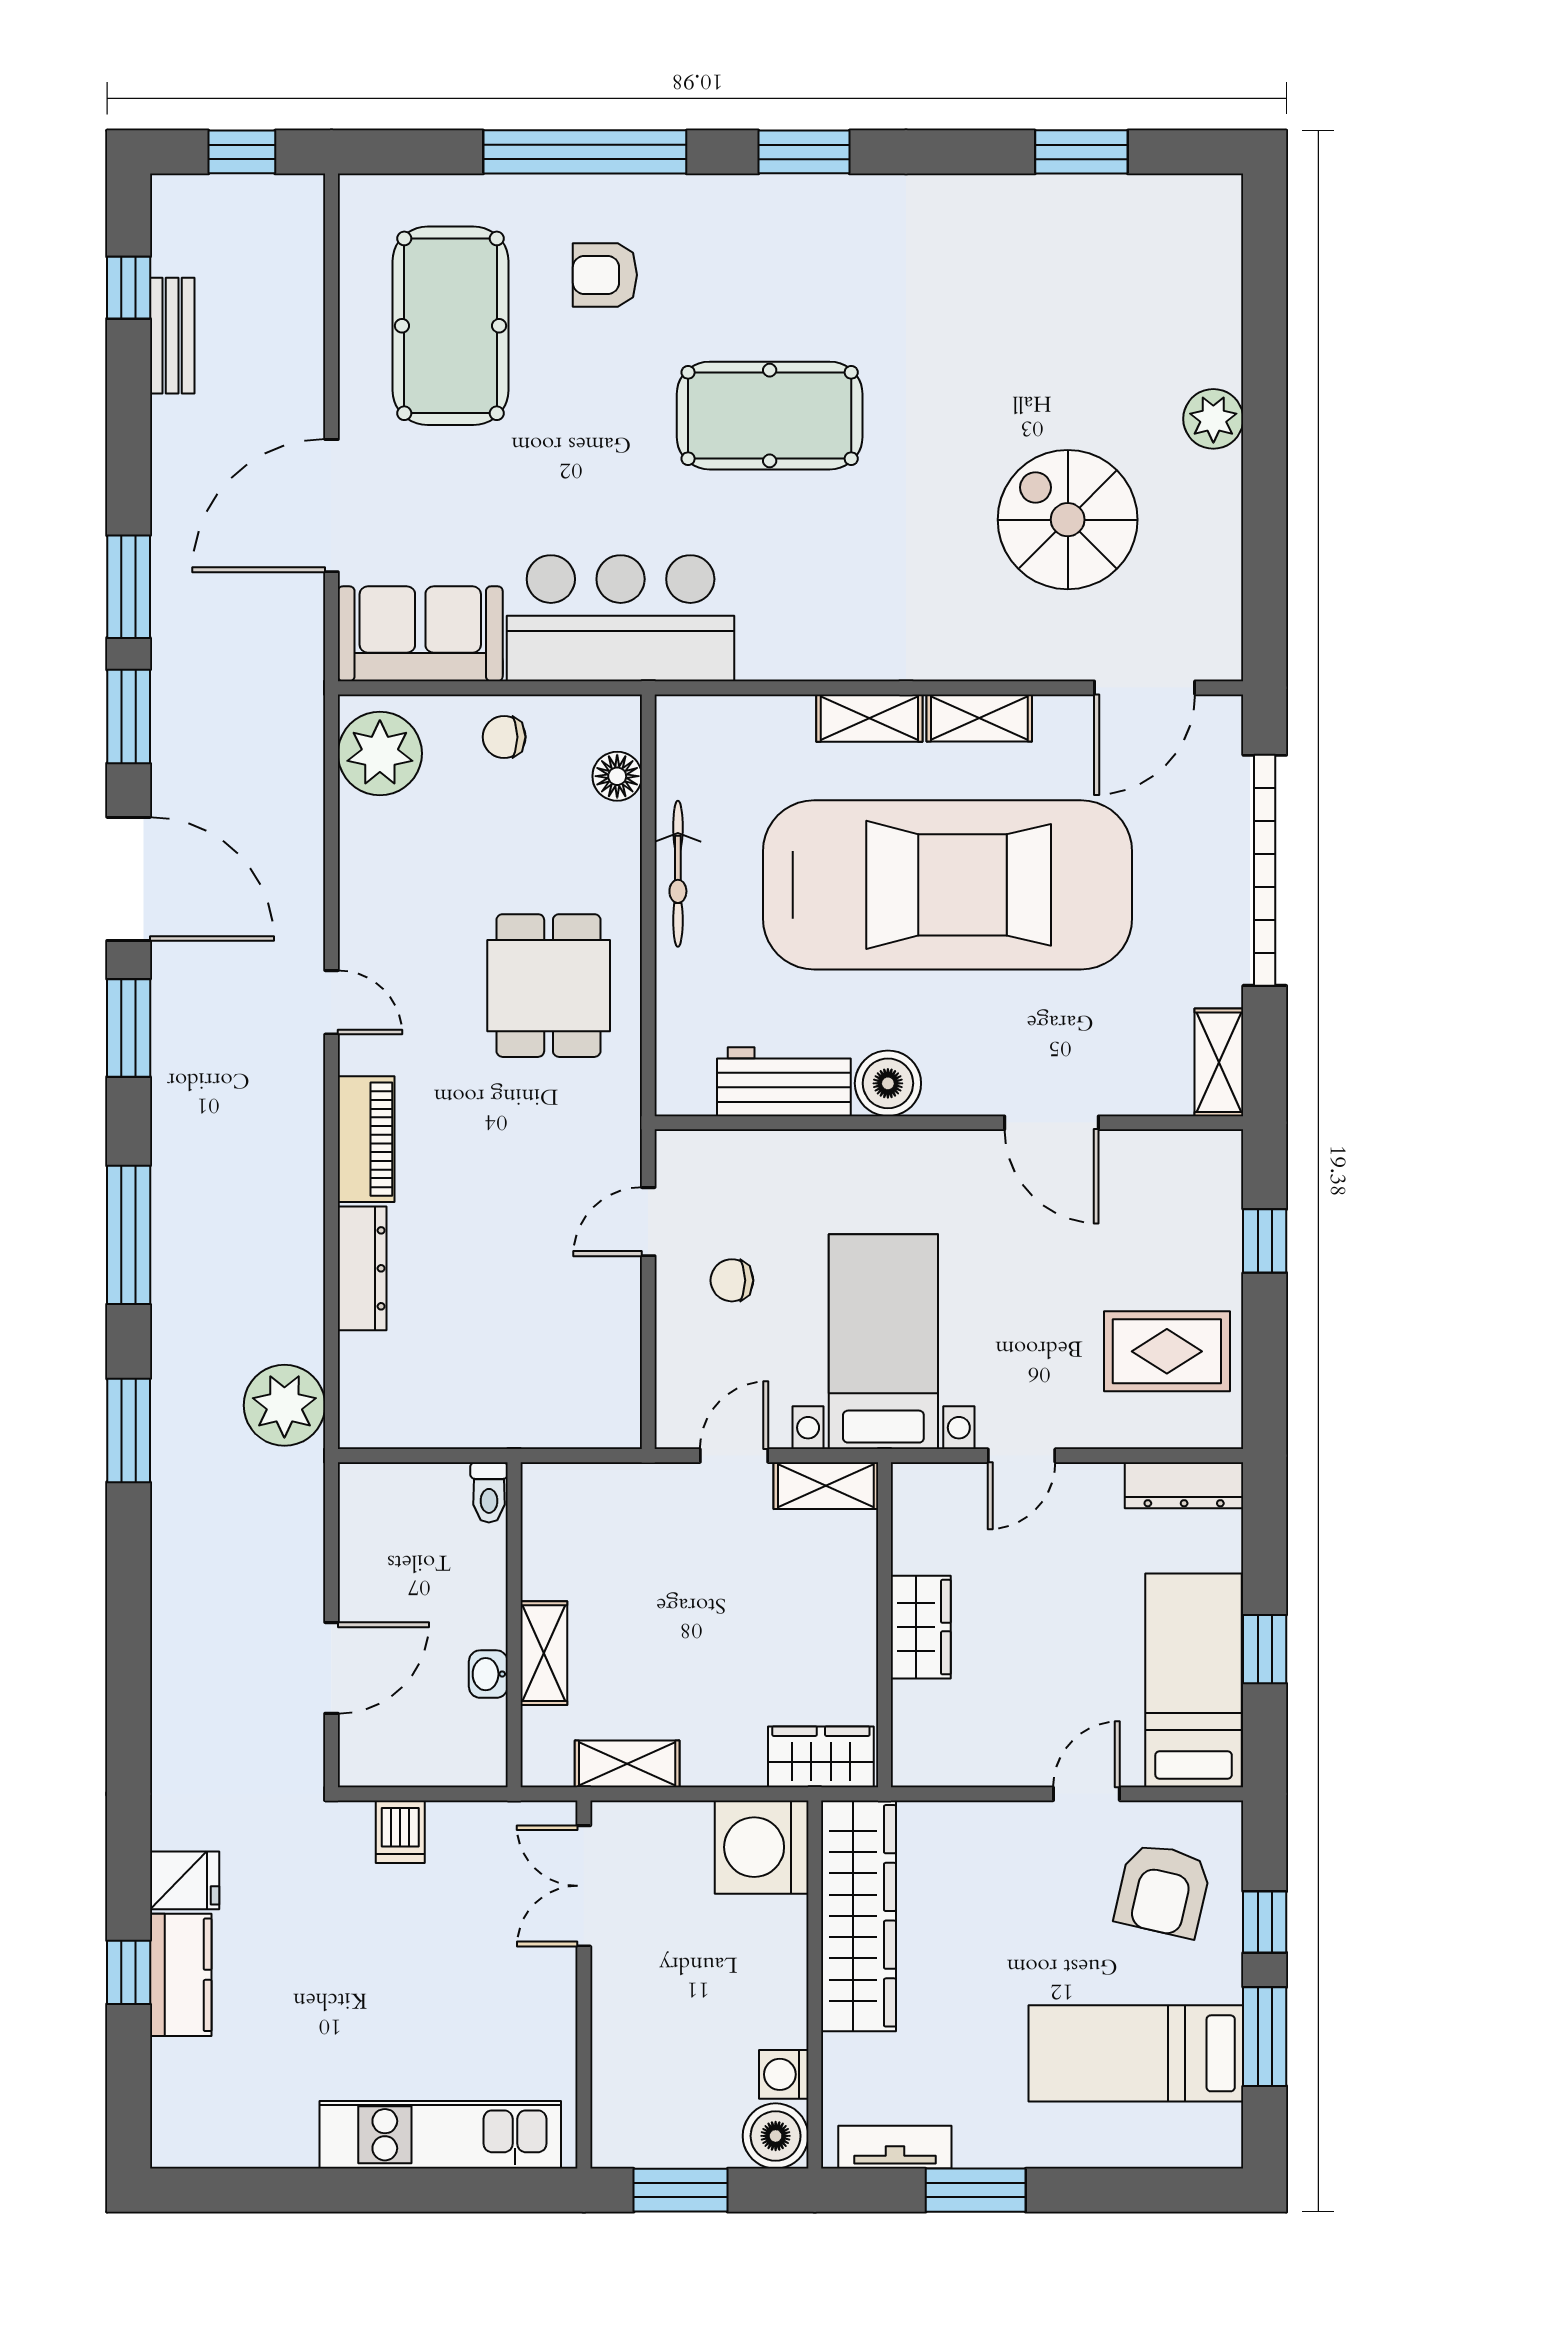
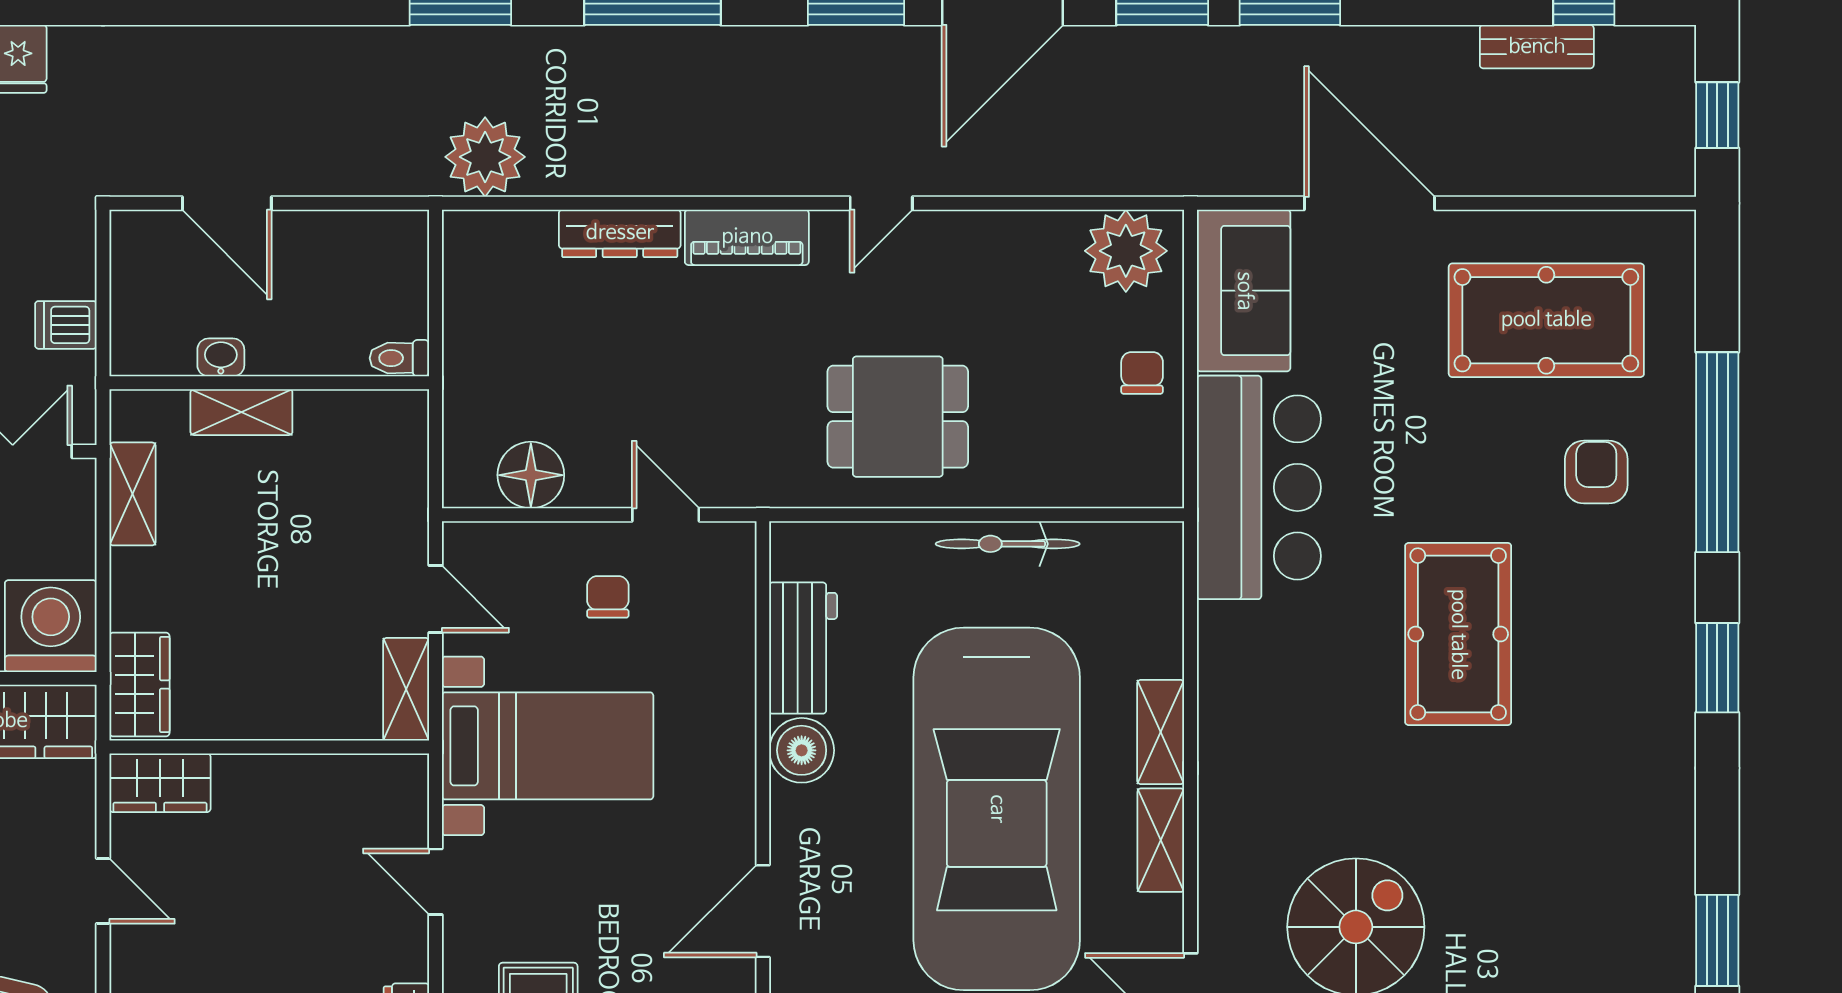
floor lamp: (617, 776) -> (531, 475), moved, width x1.38, depth x1.38
wardrobe: (921, 1627) -> (160, 783), moved
door: (1086, 1794) -> (103, 891), moved
dishwasher: (400, 1832) -> (66, 325), moved

